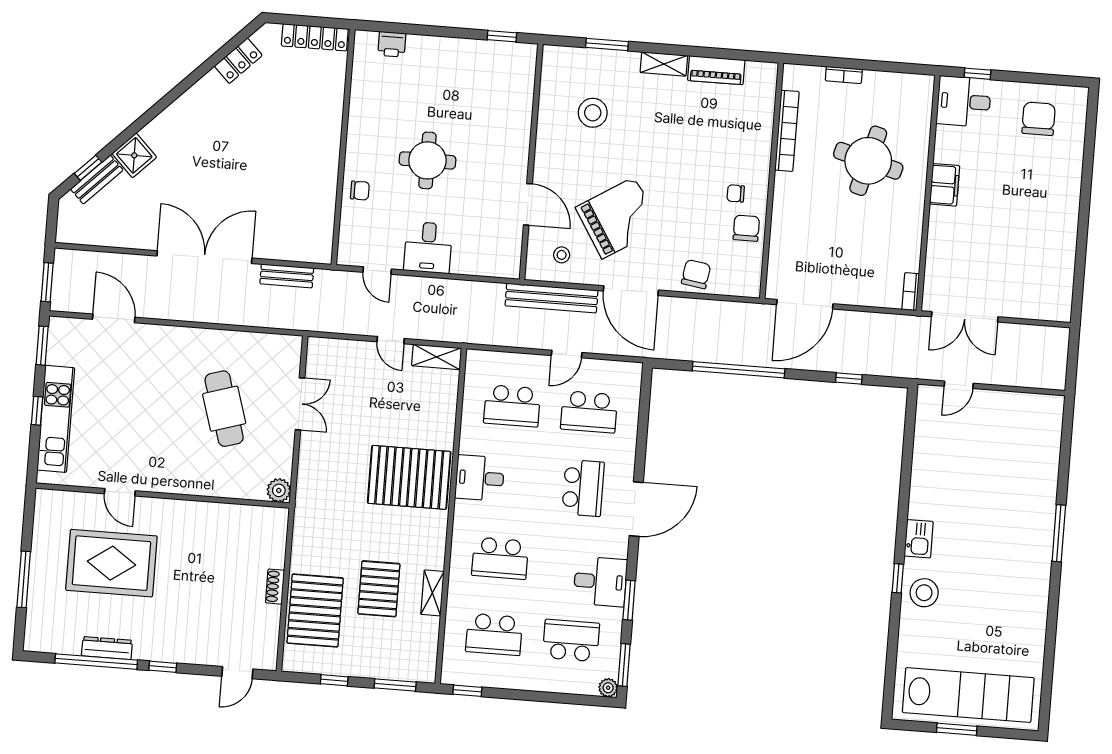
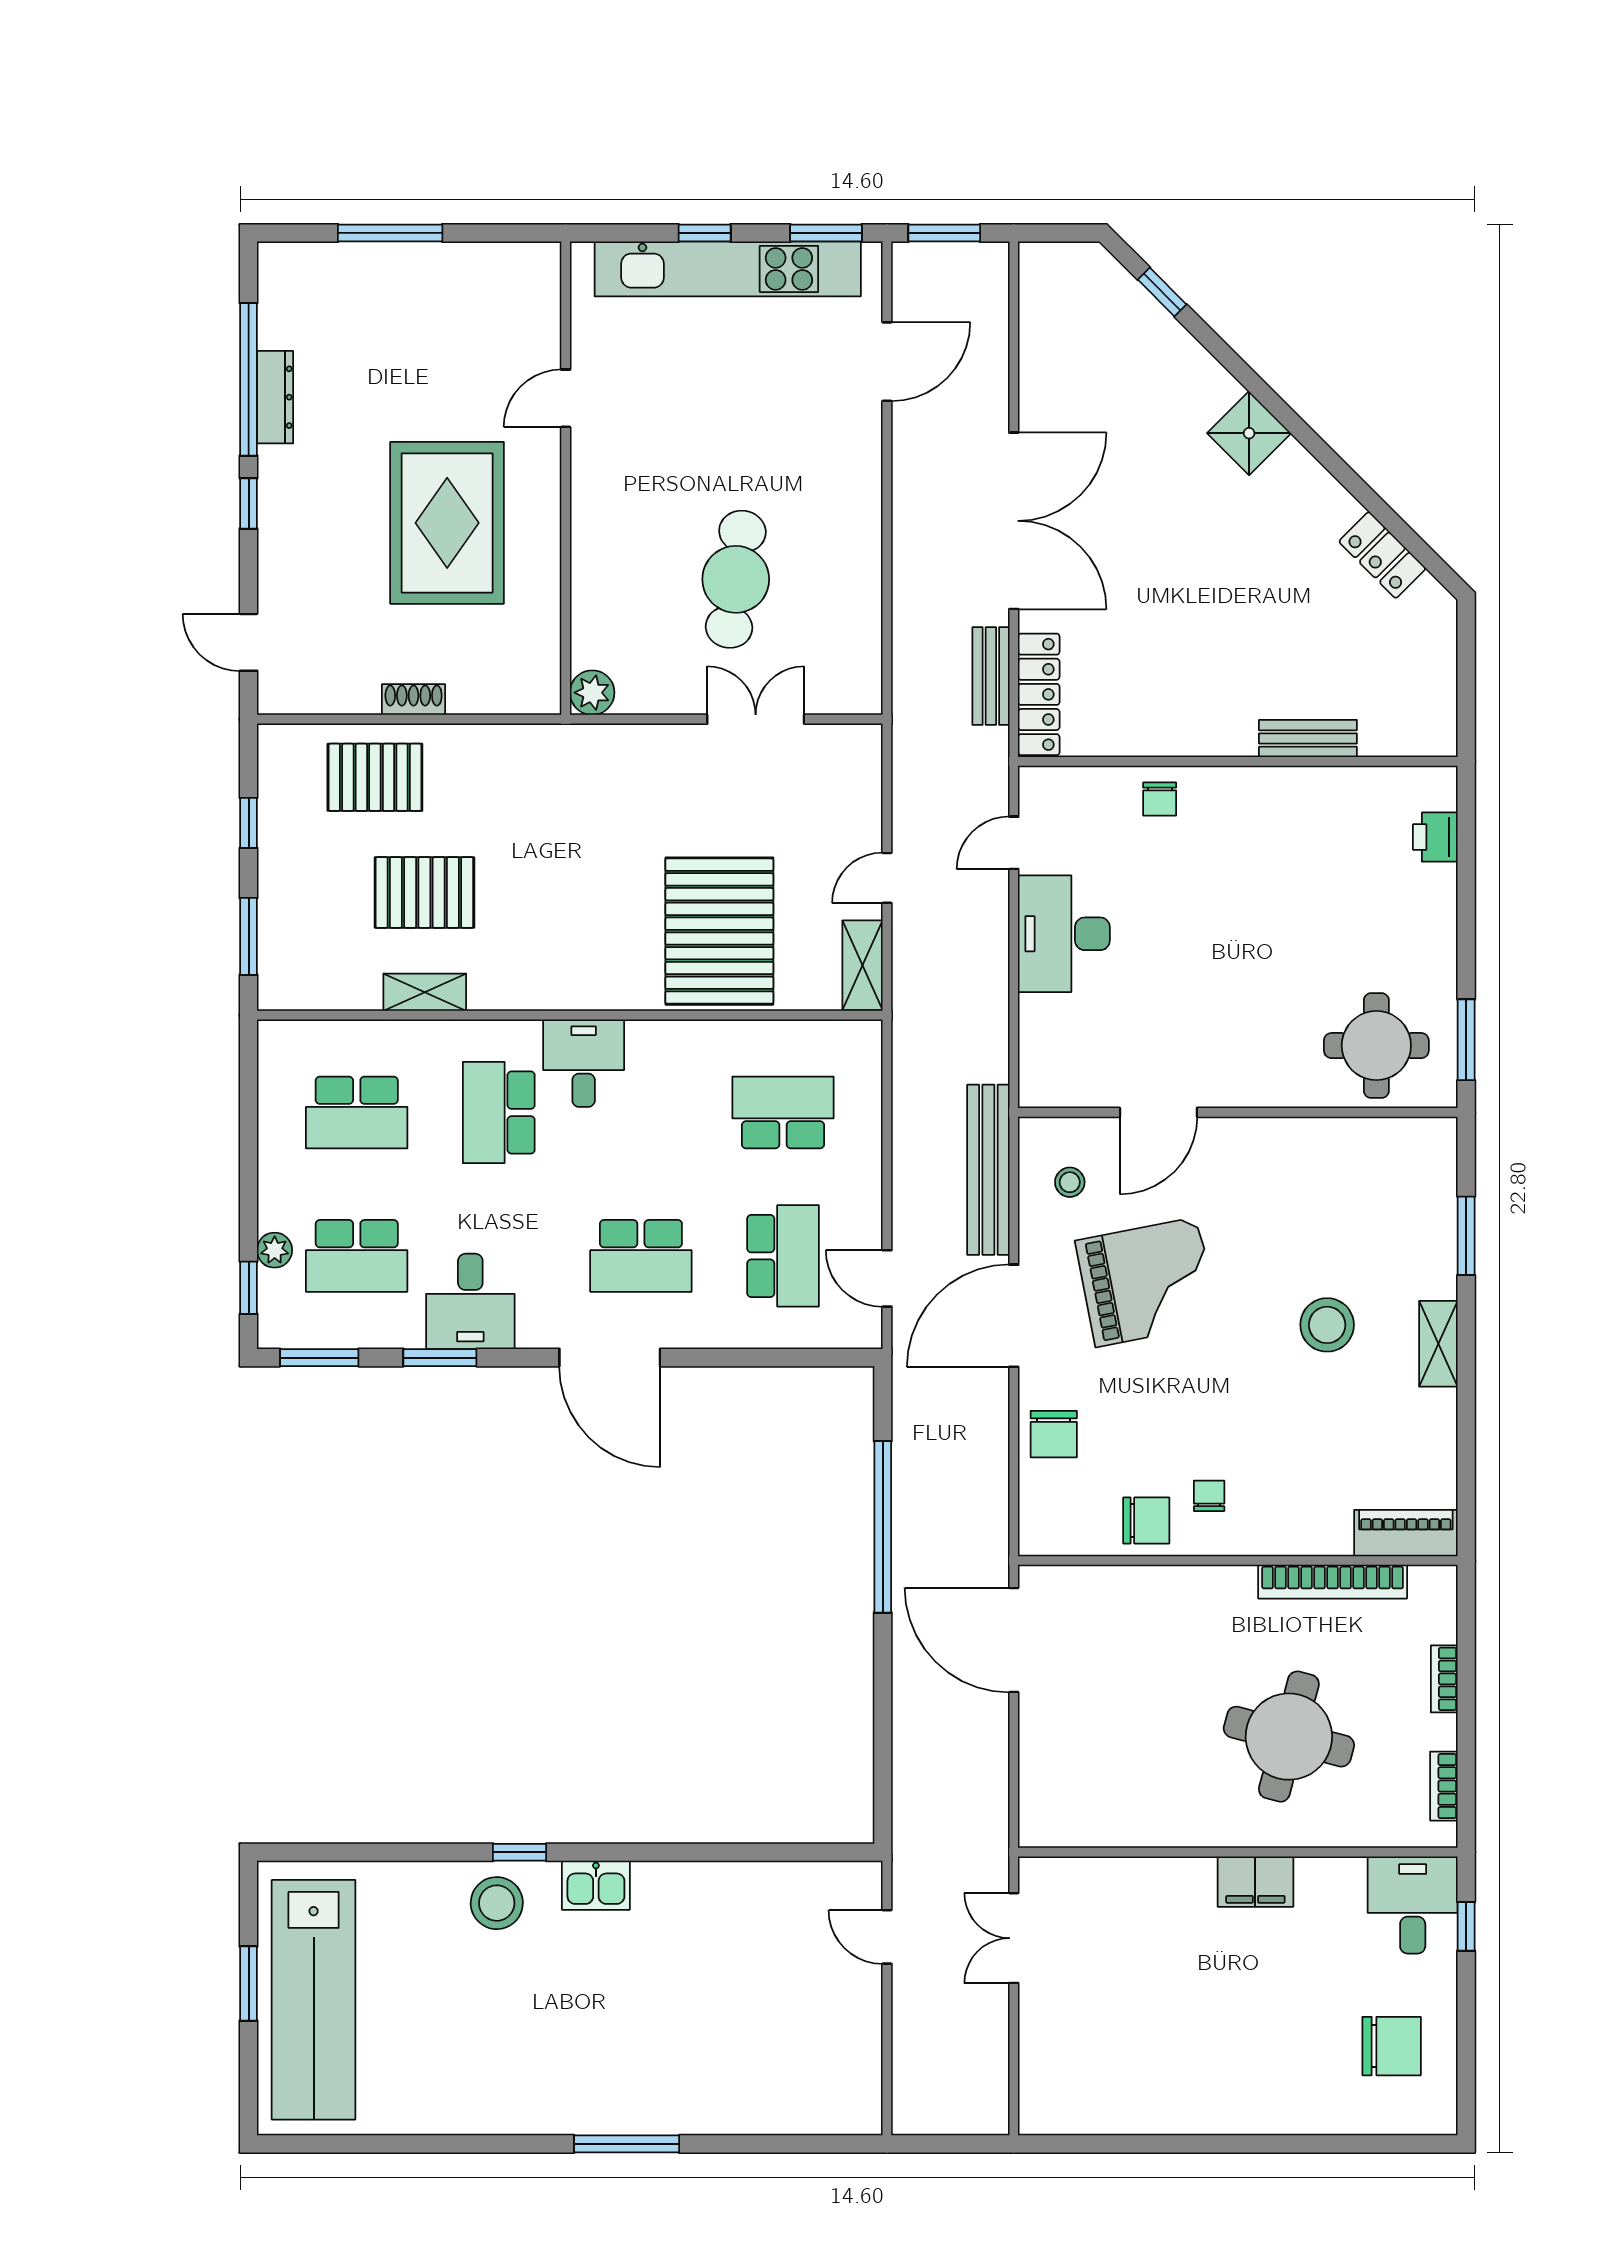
window: (502, 36) -> (1466, 1040), width x1.50
locker: (315, 37) -> (1039, 694), moved, turned 180
piano: (716, 70) -> (1406, 1533), moved, turned 90
stool: (593, 113) -> (1327, 1325), moved
shower: (134, 155) -> (1249, 433), moved
round table: (427, 160) -> (1376, 1046), moved
bench: (97, 180) -> (1308, 739), moved, turned -45
grand piano: (618, 218) -> (1147, 1282), turned -69
desk: (428, 248) -> (1064, 934), width x1.37
chair: (696, 274) -> (1054, 1434), turned 81
bookcase: (911, 292) -> (1444, 1786), moved, turned -90
double door: (965, 317) -> (1014, 1938), width x0.73
door: (567, 354) -> (887, 1278), moved
window: (849, 378) -> (883, 1733), removed
double door: (300, 404) -> (756, 719), swing flipped
school desk: (512, 406) -> (783, 1113), turned 90
cafe table: (224, 409) -> (736, 579), turned -65
school desk: (589, 412) -> (783, 1256), turned 180
kitchen unit: (56, 419) -> (728, 269), width x1.36
pallet: (409, 477) -> (719, 931), moved
desk: (480, 478) -> (584, 1063), moved
rug: (111, 563) -> (447, 523), moved
pallet: (315, 611) -> (375, 777), width x0.73, depth x0.71
school desk: (494, 634) -> (357, 1113), turned -90
school desk: (571, 641) -> (357, 1256), turned 90
plant: (608, 688) -> (275, 1250), moved
window: (467, 691) -> (249, 1288), moved

